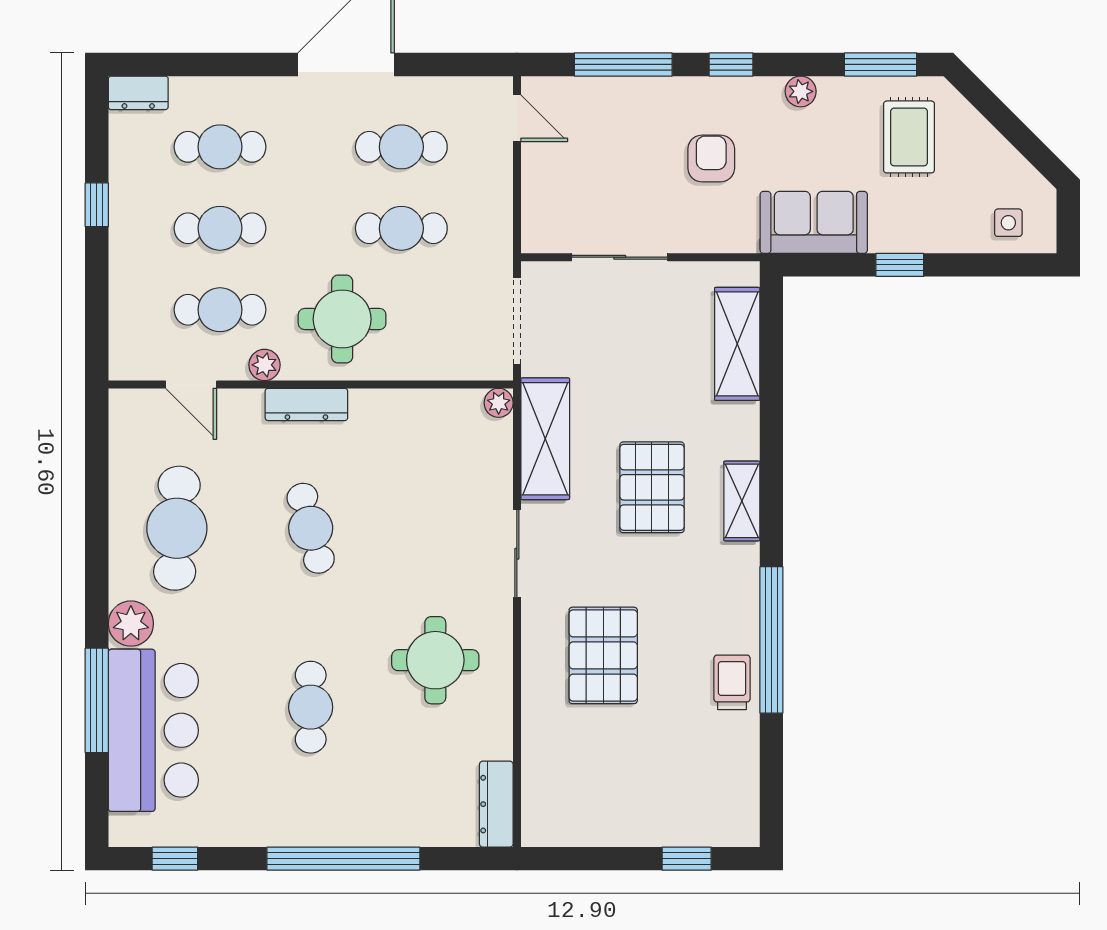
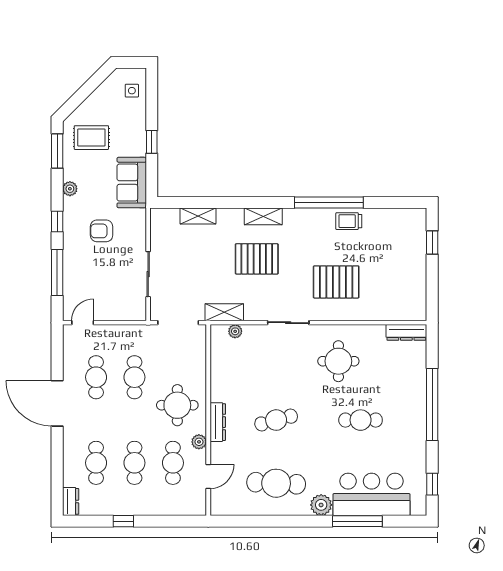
shelving: (737, 344) -> (198, 216), width x0.67, depth x0.75
plant: (499, 403) -> (235, 331), moved
shelving: (545, 439) -> (224, 312), width x0.67, depth x0.75

